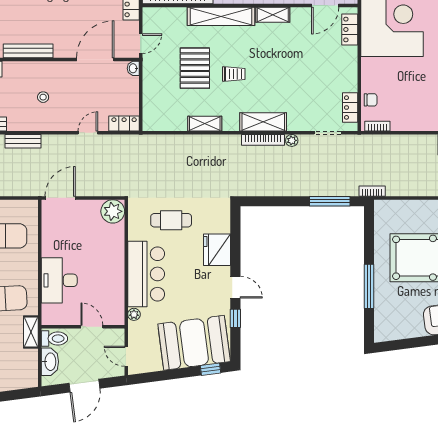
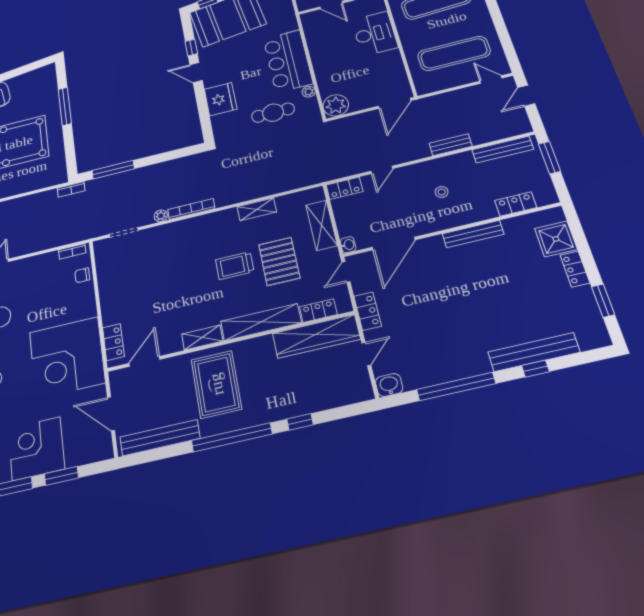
trolley: (234, 74) -> (235, 266), width x1.36, depth x1.39
locker: (350, 108) -> (318, 311), moved, turned -90
shelving: (263, 122) -> (322, 225), moved, turned 90
plant: (134, 314) -> (309, 92), moved

